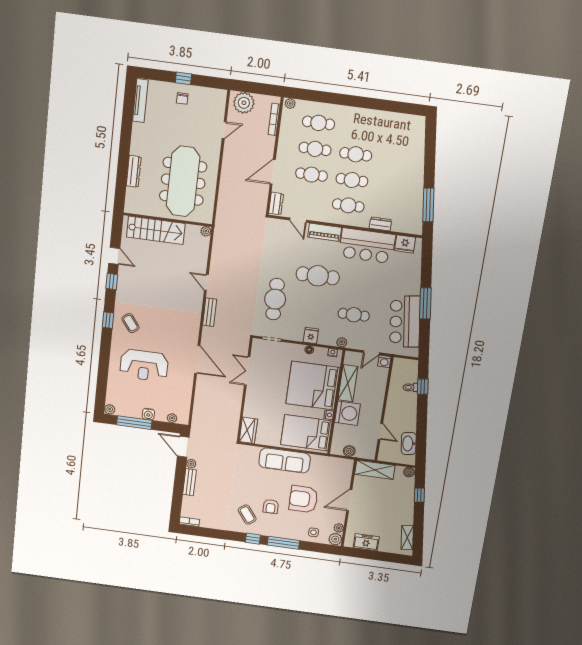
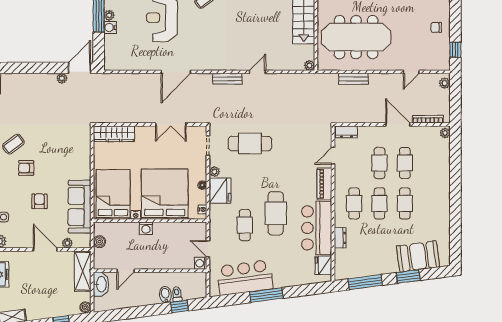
window: (183, 78) -> (455, 50), moved
plant: (244, 103) -> (445, 83), width x0.53, depth x0.53
cafe table: (319, 123) -> (430, 163), removed
door: (224, 130) -> (411, 72), hinge flipped
booth: (411, 148) -> (418, 256), added
window: (430, 161) -> (408, 276), added
door: (273, 172) -> (398, 125), moved
cafe table: (318, 276) -> (276, 213), moved
fridge: (311, 335) -> (220, 191), width x1.88, depth x1.34
plant: (342, 342) -> (214, 172), moved
double door: (247, 371) -> (171, 125), swing flipped
shelving: (348, 383) -> (172, 230), removed
bidet: (409, 398) -> (165, 295), added
washing machine: (347, 413) -> (146, 228), width x0.53, depth x0.53
plant: (172, 418) -> (109, 15), moved
wardrobe: (248, 430) -> (114, 134), width x1.50
washbasin: (409, 444) -> (101, 284), moved, turned 97
sofa: (285, 460) -> (80, 207), moved
bench: (189, 482) -> (353, 79), moved
armchair: (303, 499) -> (39, 201), width x0.53, depth x0.53
plant: (339, 528) -> (67, 243), moved

